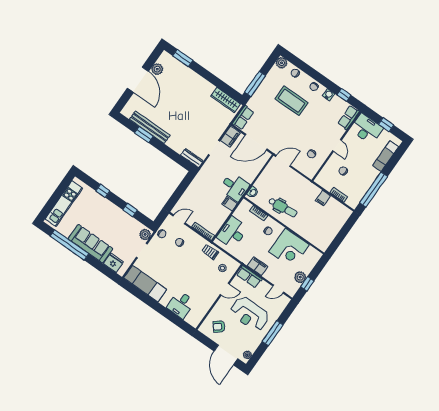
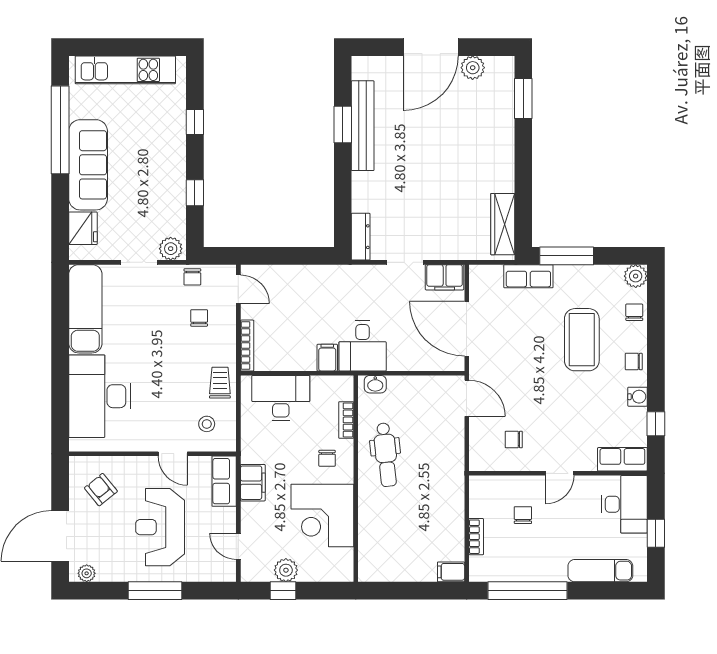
row of seats: (243, 118) -> (528, 276), moved
filing cabinet: (323, 198) -> (451, 572), moved
desk: (181, 305) -> (100, 396), width x1.87, depth x1.30

